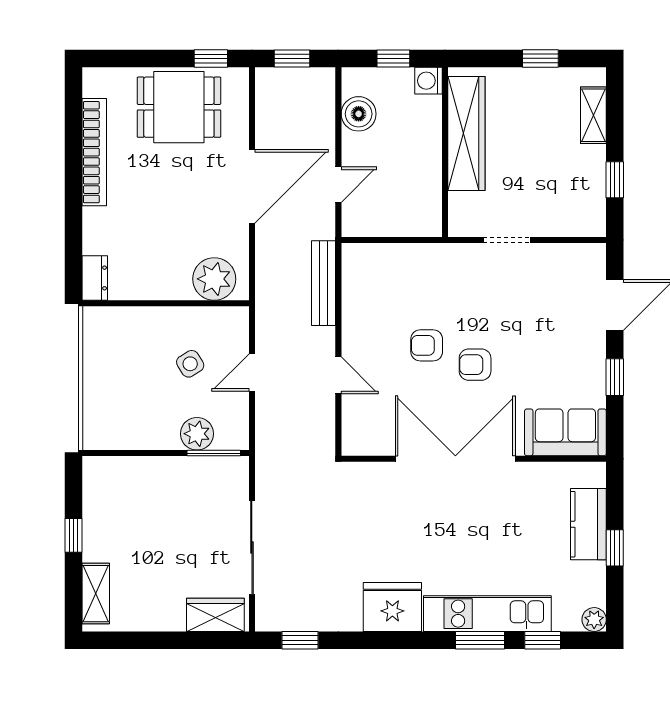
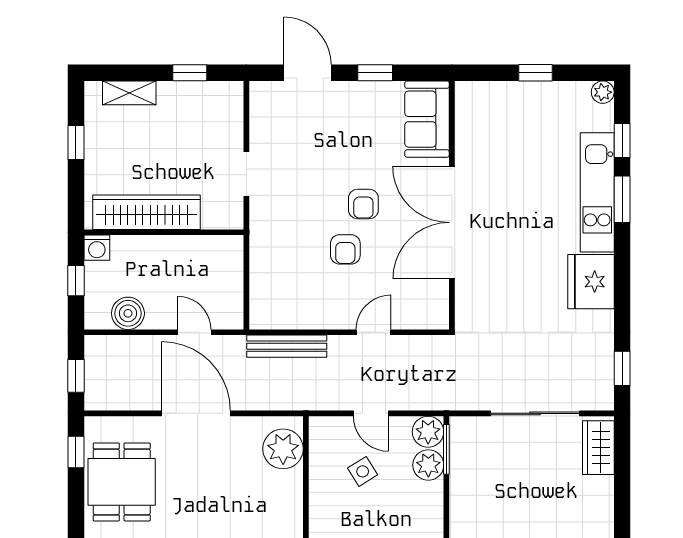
plant: (232, 433) -> (428, 432), added
kitchen counter: (588, 524) -> (513, 98), removed

